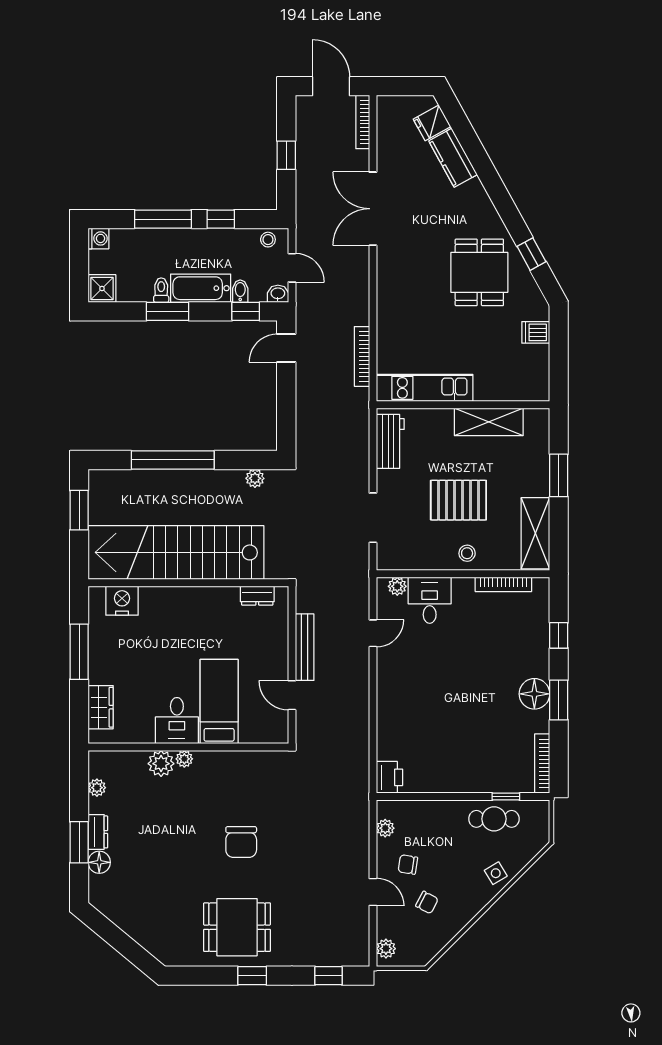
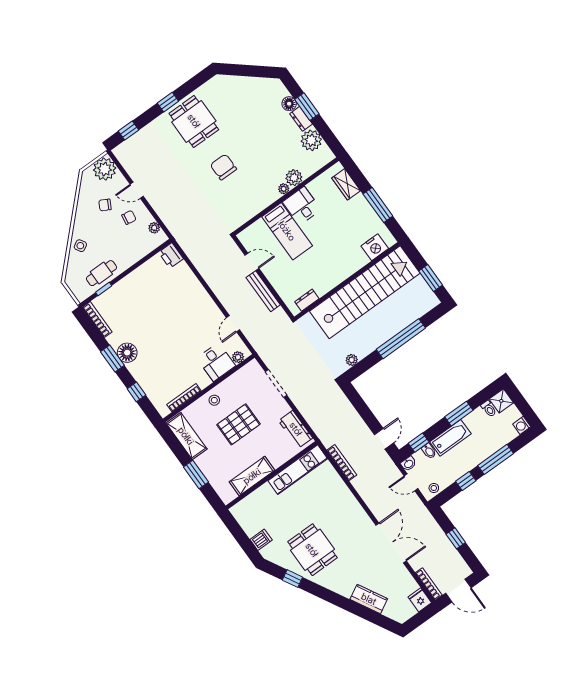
fridge: (432, 123) -> (420, 600), moved, turned -61
toilet: (161, 290) -> (489, 409), moved
plant: (97, 788) -> (311, 140), width x1.88, depth x1.88
dining table: (237, 927) -> (194, 121), turned 90
plant: (386, 949) -> (105, 169), width x1.88, depth x1.88

